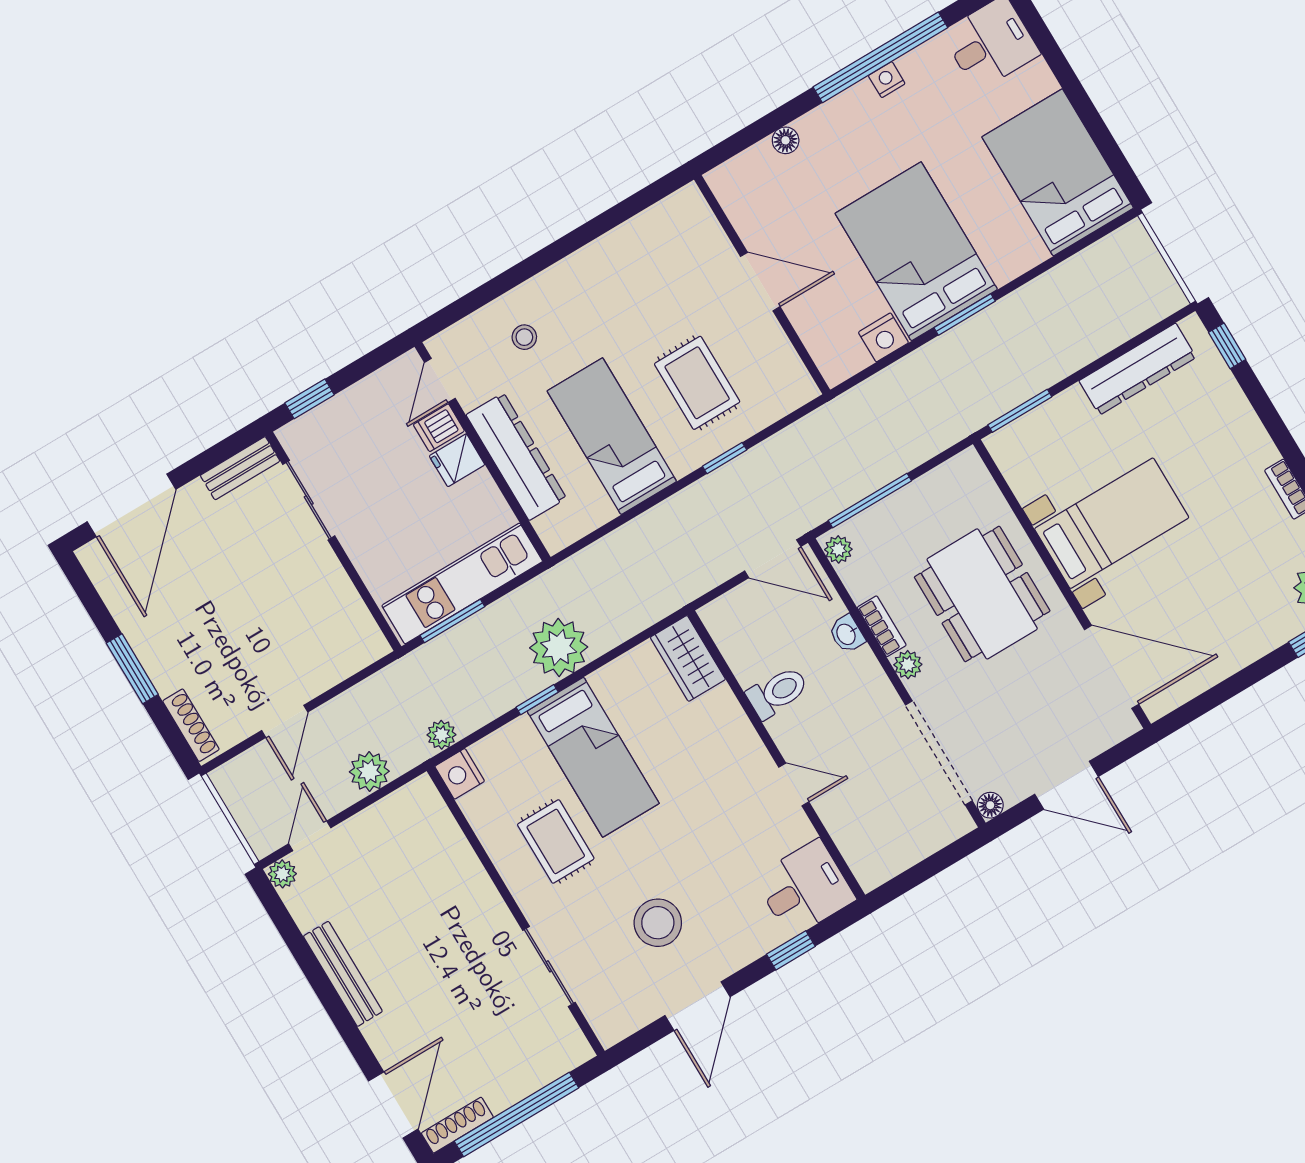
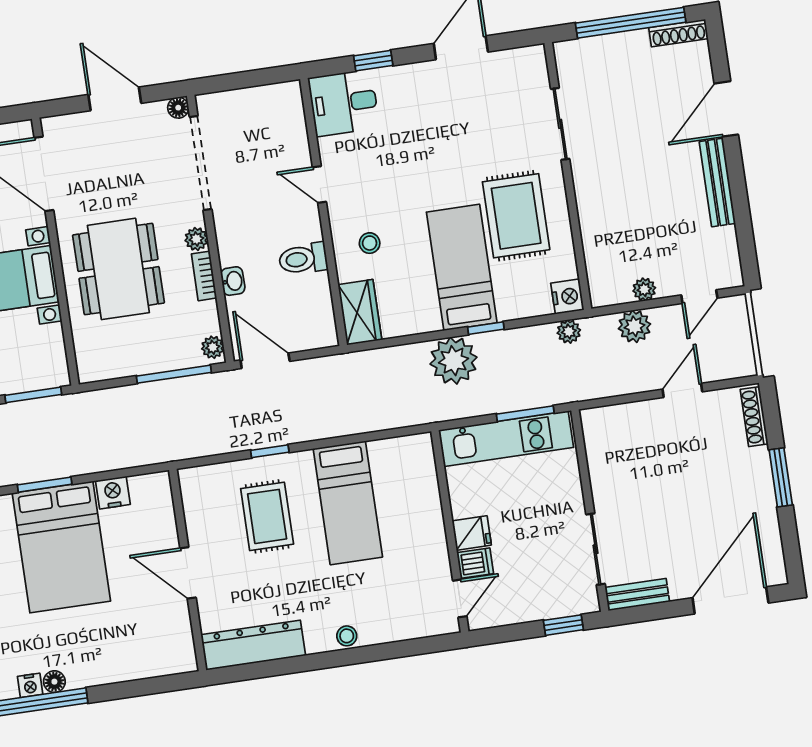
floor lamp: (786, 140) -> (54, 682), moved
stool: (524, 337) -> (347, 636), moved
dresser: (516, 457) -> (253, 645), moved, turned 90
rug: (556, 841) -> (516, 216), width x1.36, depth x1.43
plant: (282, 874) -> (644, 289), moved
stool: (658, 923) -> (370, 243), moved, width x0.53, depth x0.53
door: (393, 1105) -> (726, 109), moved

